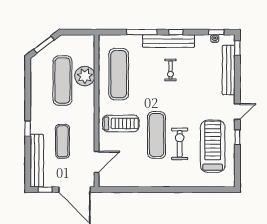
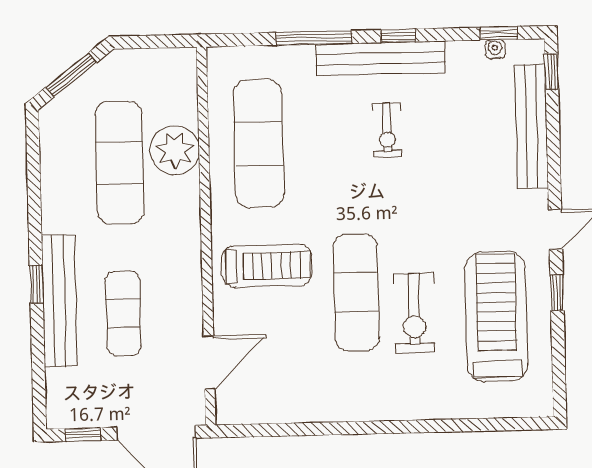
exercise bike: (180, 144) -> (414, 313), turned 180
bench: (37, 161) -> (59, 301), moved

